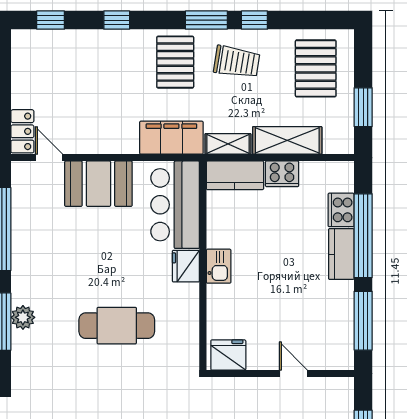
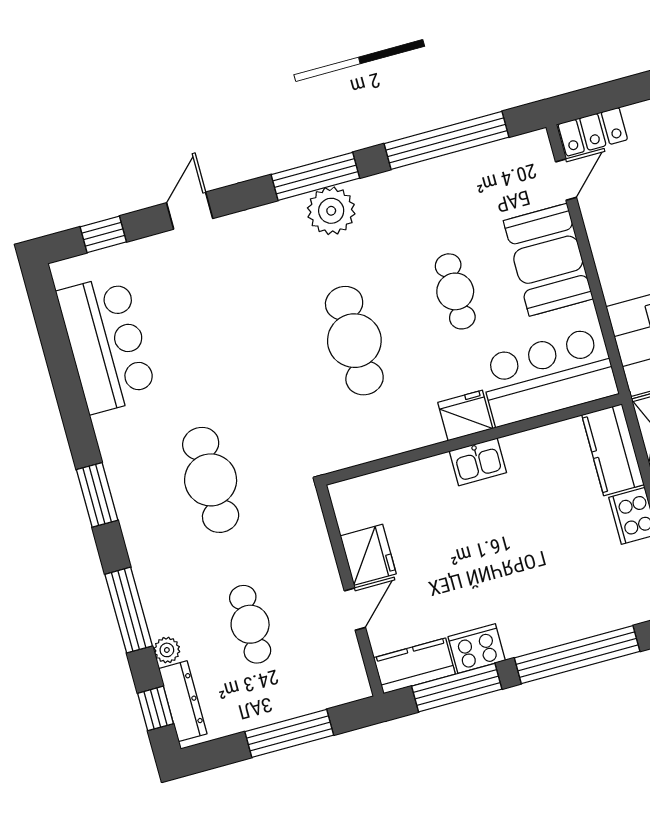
cooker: (341, 210) -> (477, 648), moved
cafe table: (103, 250) -> (455, 291), added
kitchen counter: (341, 254) -> (414, 666), moved
plant: (23, 317) -> (331, 211), width x1.36, depth x1.36
fridge: (228, 355) -> (368, 555), moved

